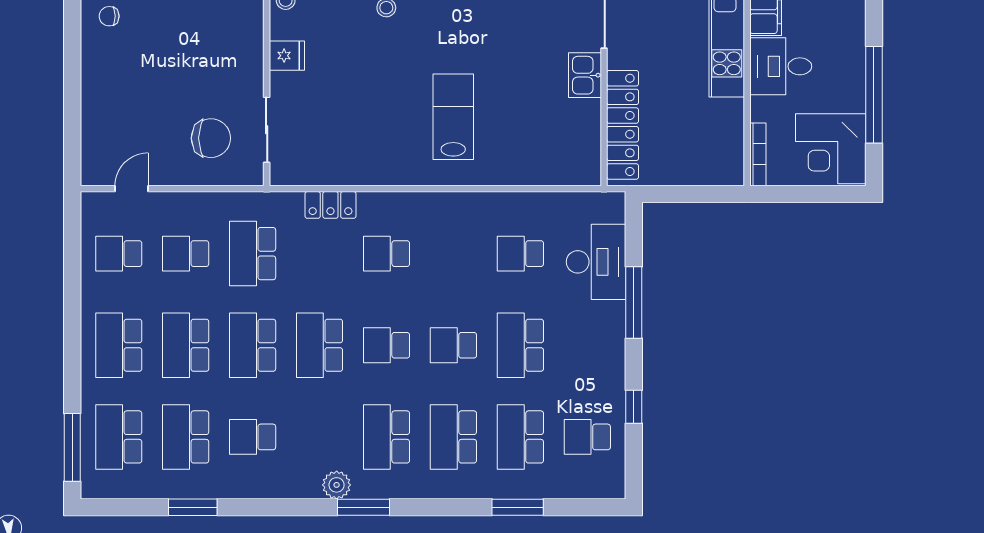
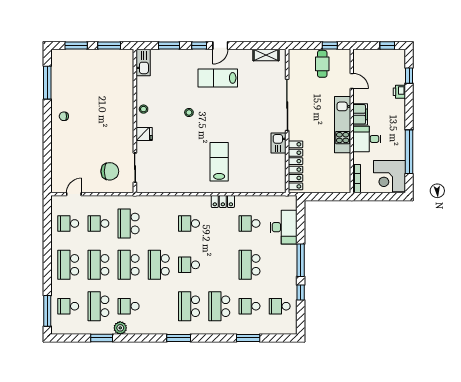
locker: (330, 205) -> (223, 201), moved
window: (634, 303) -> (301, 260), moved
school desk: (453, 345) -> (219, 265), removed
school desk: (119, 437) -> (68, 306), width x0.54
school desk: (520, 437) -> (249, 306), width x0.54
plant: (337, 485) -> (120, 328), moved

